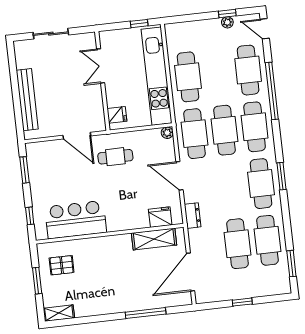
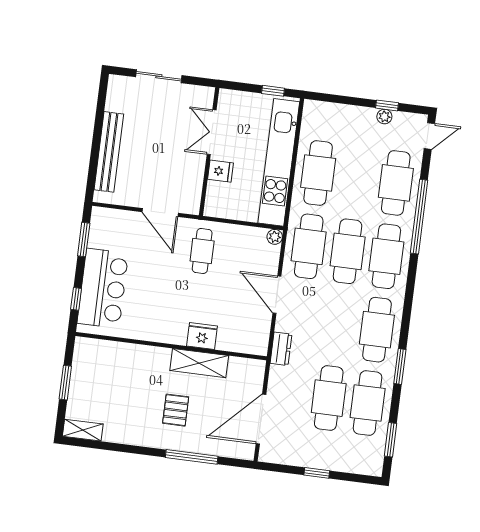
door: (265, 29) -> (429, 136), swing flipped
fridge: (117, 115) -> (220, 171), moved
cafe table: (115, 157) -> (202, 251), turned 90
window: (281, 176) -> (400, 367), moved
fridge: (160, 217) -> (202, 336), moved
bar counter: (76, 220) -> (103, 288), moved, turned 90
shelving: (154, 239) -> (199, 363), moved
pallet: (62, 265) -> (176, 410), moved, turned 90

